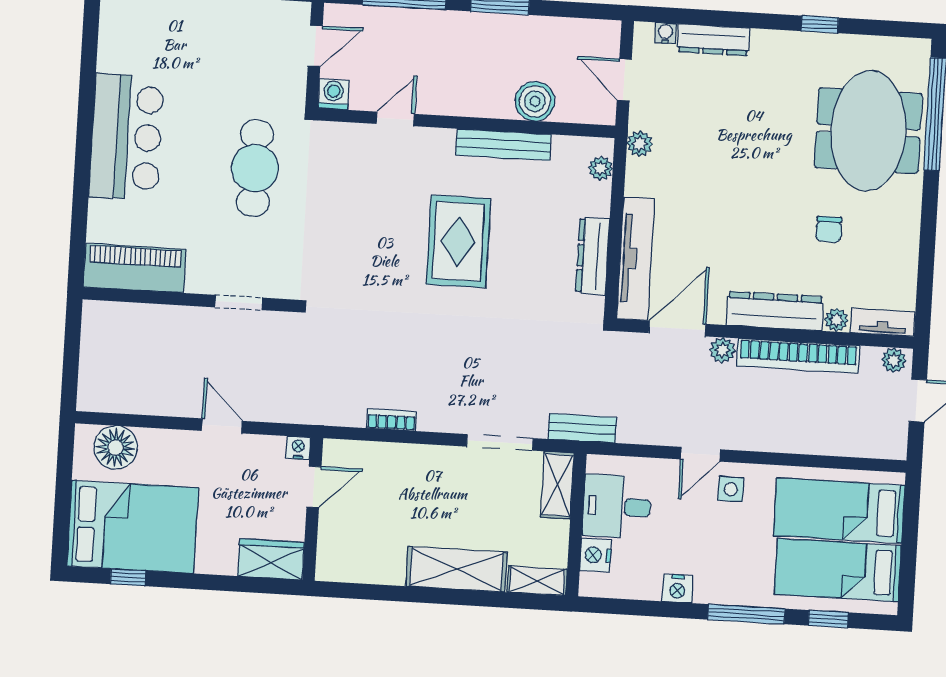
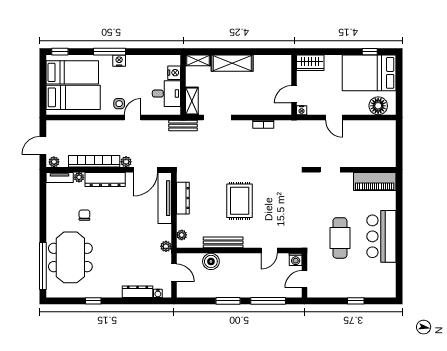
cafe table: (255, 168) -> (340, 238), moved
nightstand: (677, 589) -> (119, 61), moved
window: (828, 619) -> (60, 52), moved

